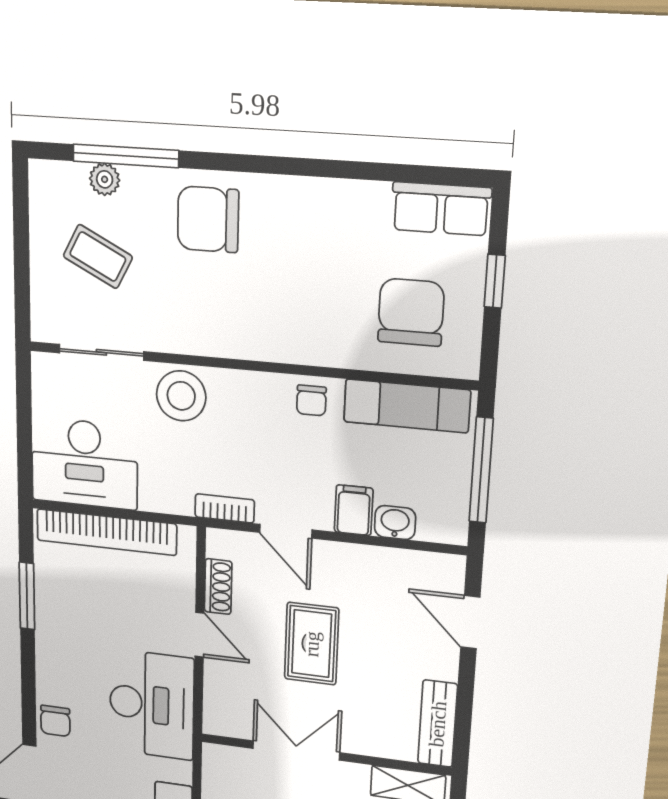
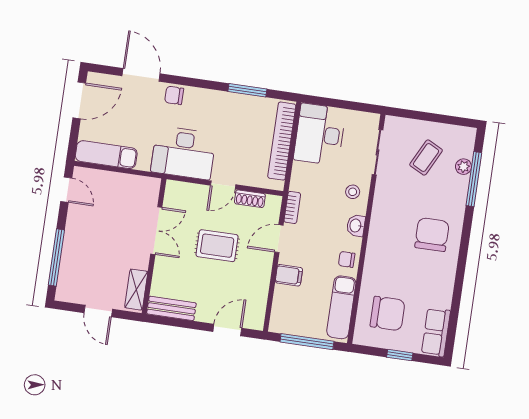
chair: (208, 219) -> (432, 235), moved
stool: (181, 396) -> (353, 192), width x0.53, depth x0.53
washbasin: (395, 523) -> (356, 226), moved, turned 180

